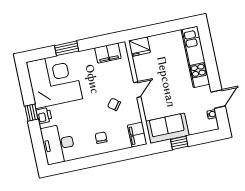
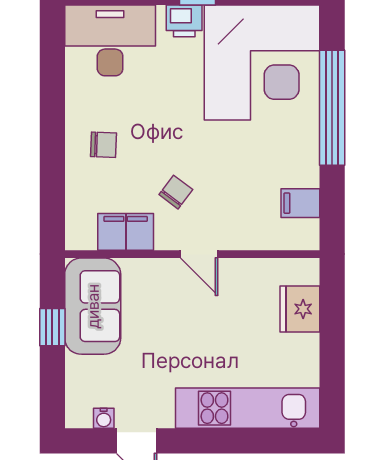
fridge: (139, 47) -> (300, 309), moved
window: (67, 48) -> (332, 108), width x2.11
filing cabinet: (108, 53) -> (300, 203), width x0.50
filing cabinet: (137, 135) -> (126, 232), moved

